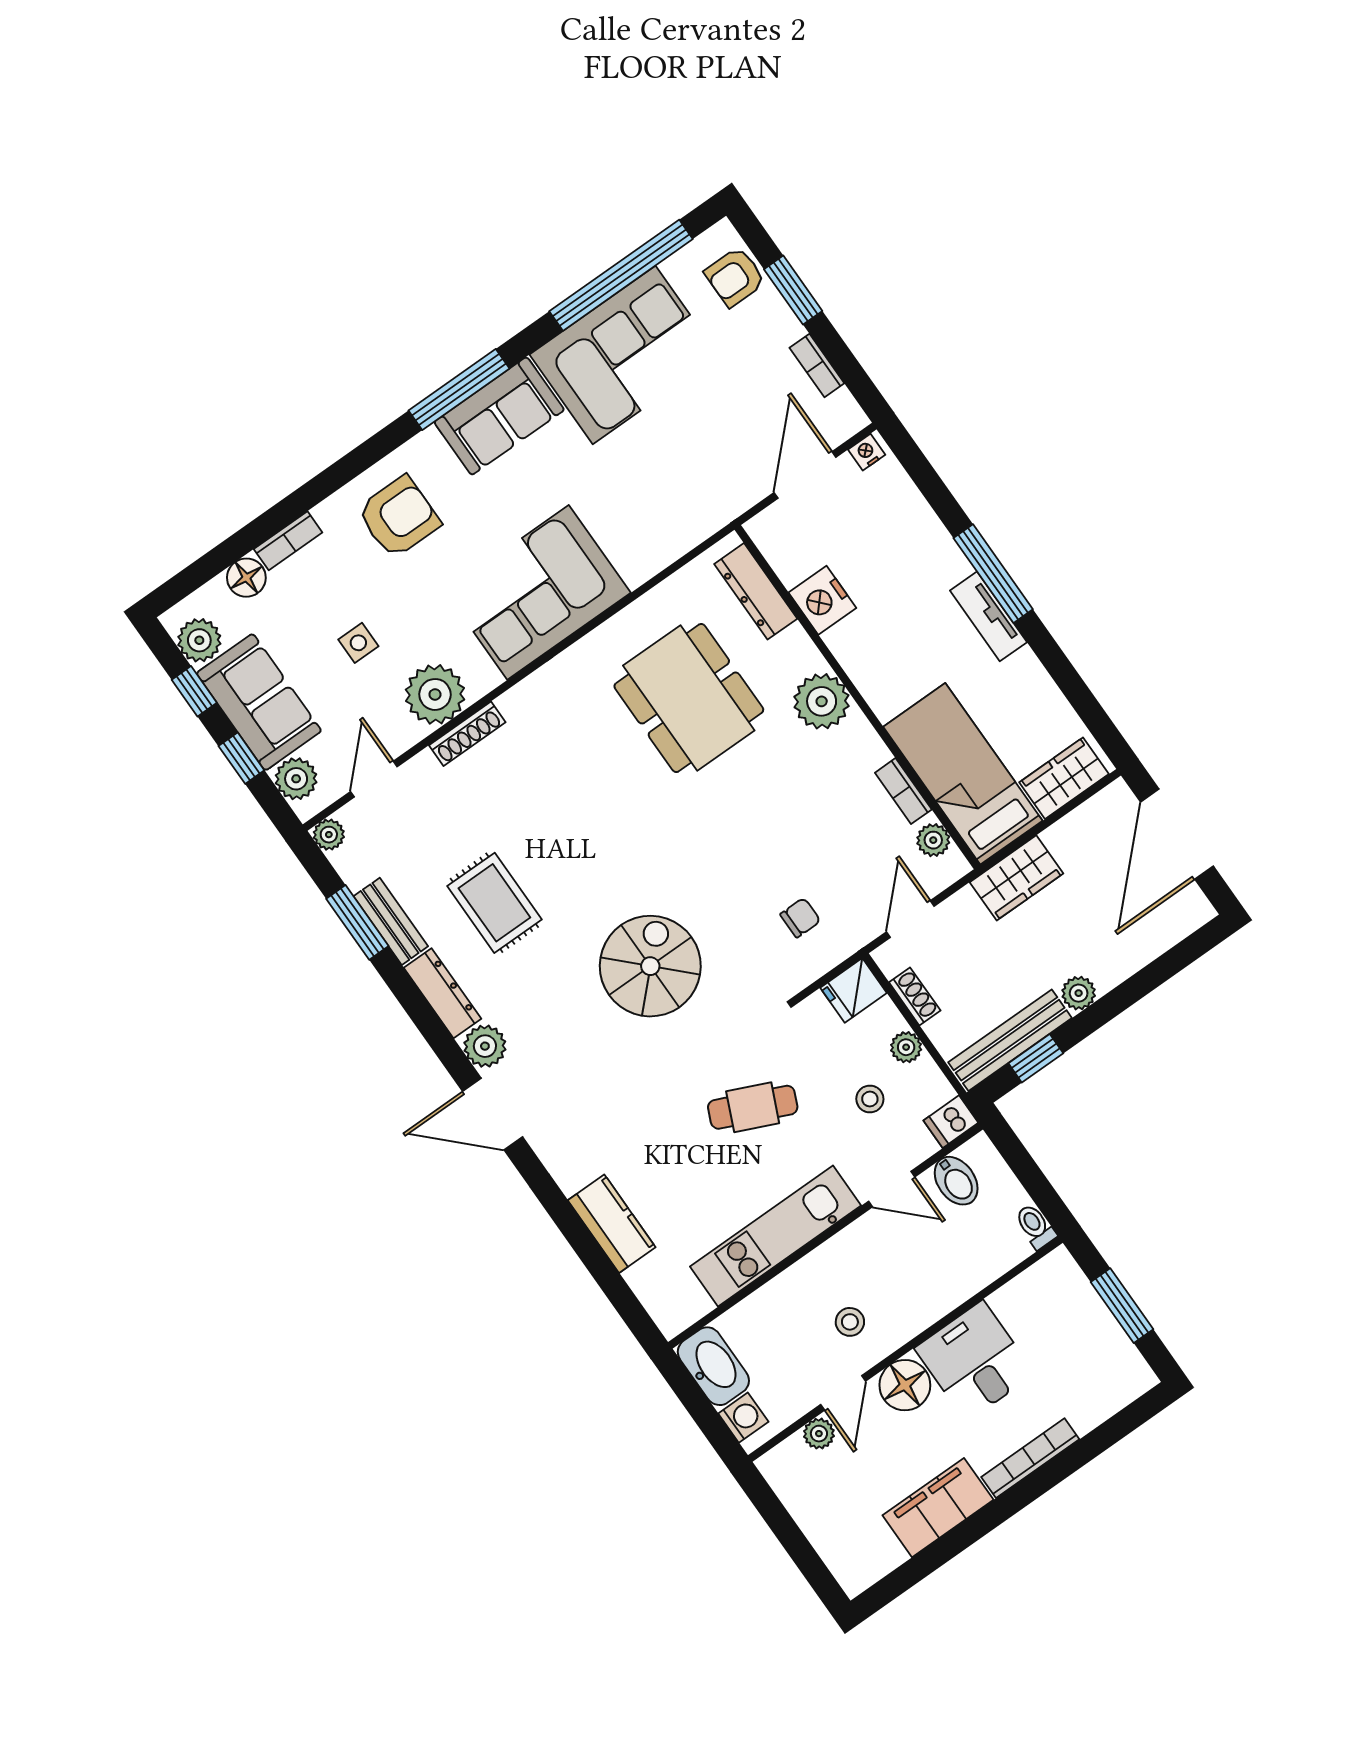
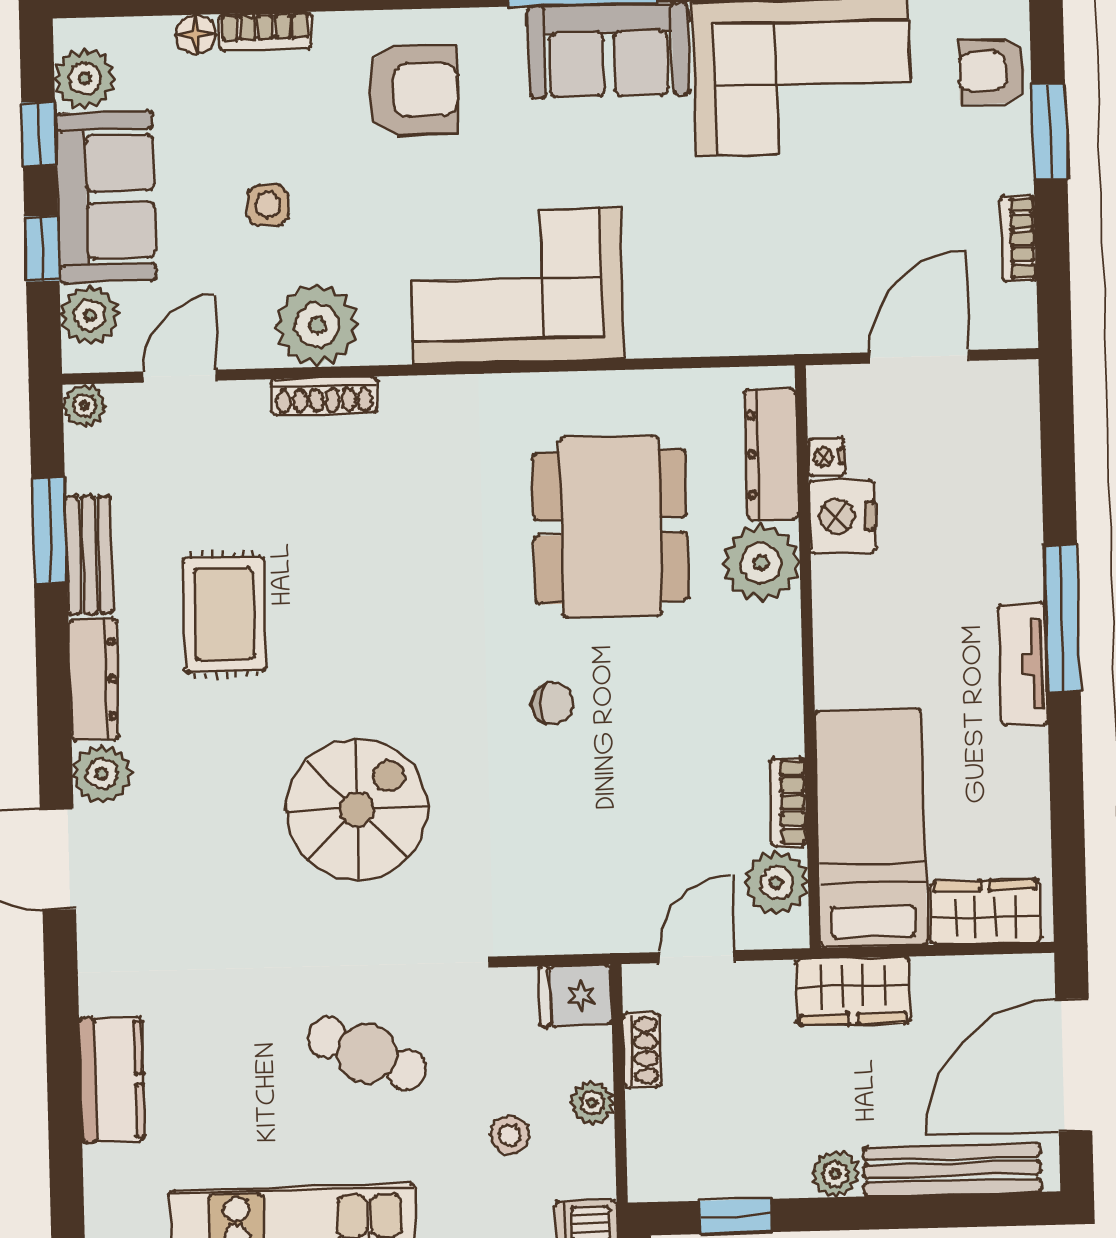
nightstand: (867, 452) -> (826, 457), moved, turned -90
floor lamp: (246, 578) -> (195, 34), width x0.73, depth x0.73
plant: (822, 701) -> (761, 563), moved
plant: (933, 840) -> (776, 883), width x1.38, depth x1.38
chair: (800, 918) -> (553, 704), moved
bench: (1010, 1040) -> (952, 1169), moved

